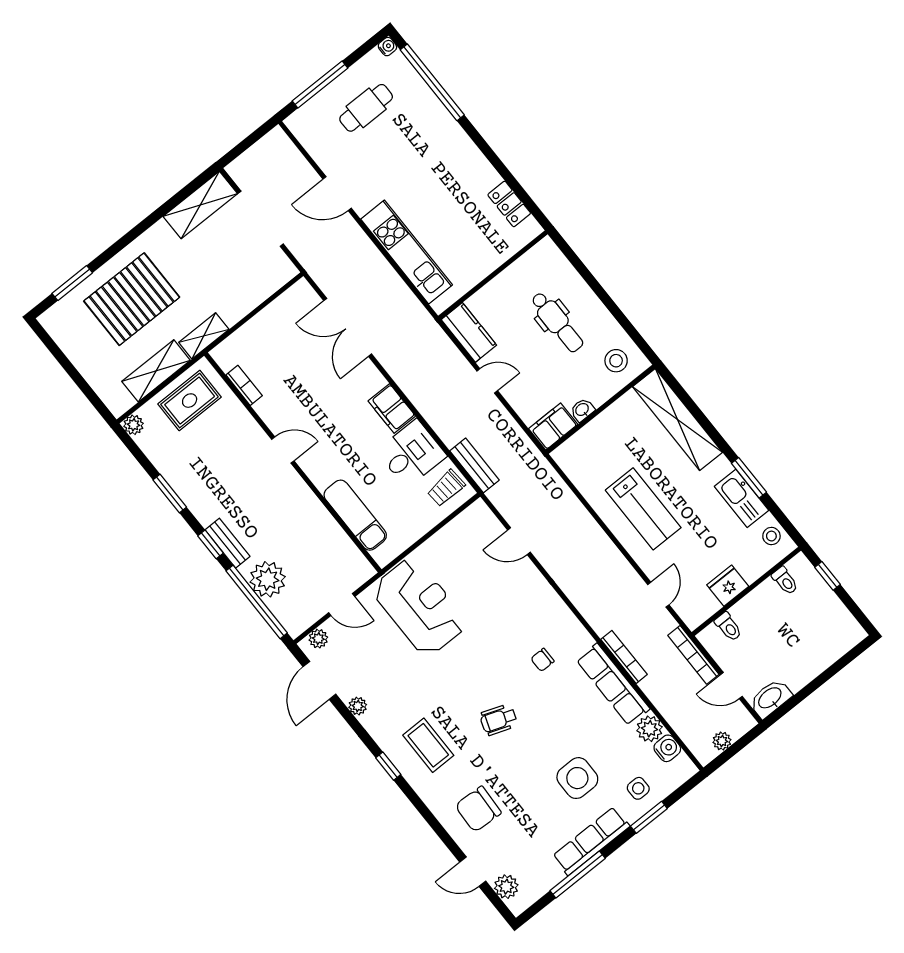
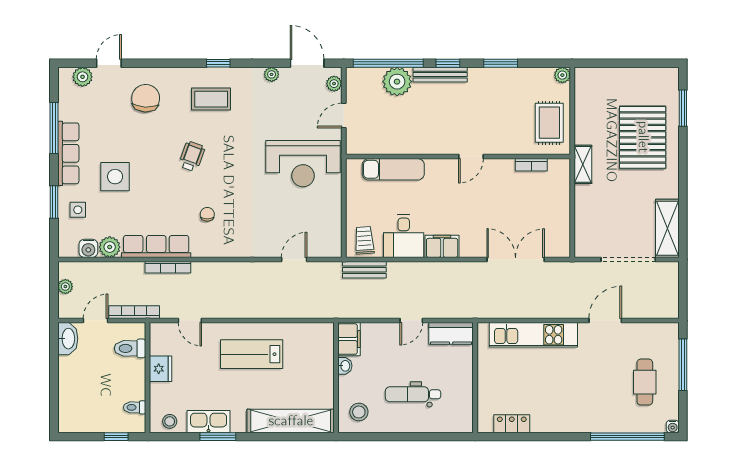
shelving: (156, 371) -> (585, 117), removed
bench: (228, 543) -> (440, 75), width x1.36
toilet: (728, 627) -> (130, 348), width x1.37, depth x1.39

